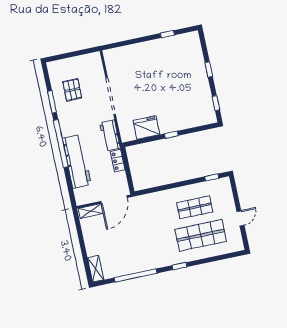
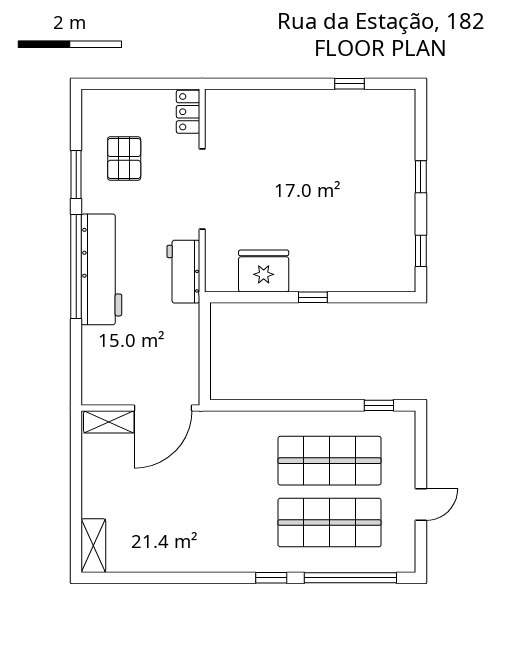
workbench: (77, 161) -> (101, 269), moved
locker: (118, 161) -> (188, 112), moved
shop shelf: (195, 207) -> (330, 461), width x1.43, depth x1.36
window: (136, 275) -> (350, 578), moved

